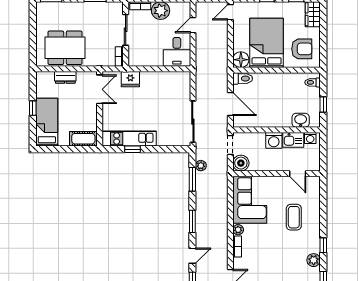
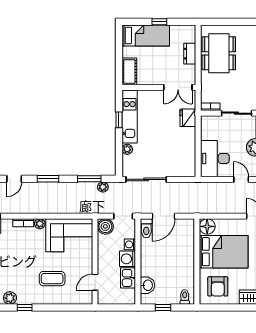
desk: (177, 52) -> (215, 158), width x1.37
toilet: (243, 79) -> (146, 228), moved
washing machine: (310, 138) -> (130, 244), moved
plant: (162, 141) -> (127, 149), added
door: (192, 256) -> (14, 179), hinge flipped

